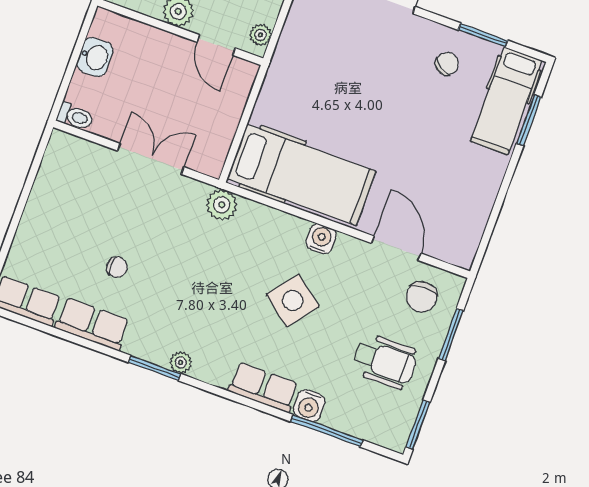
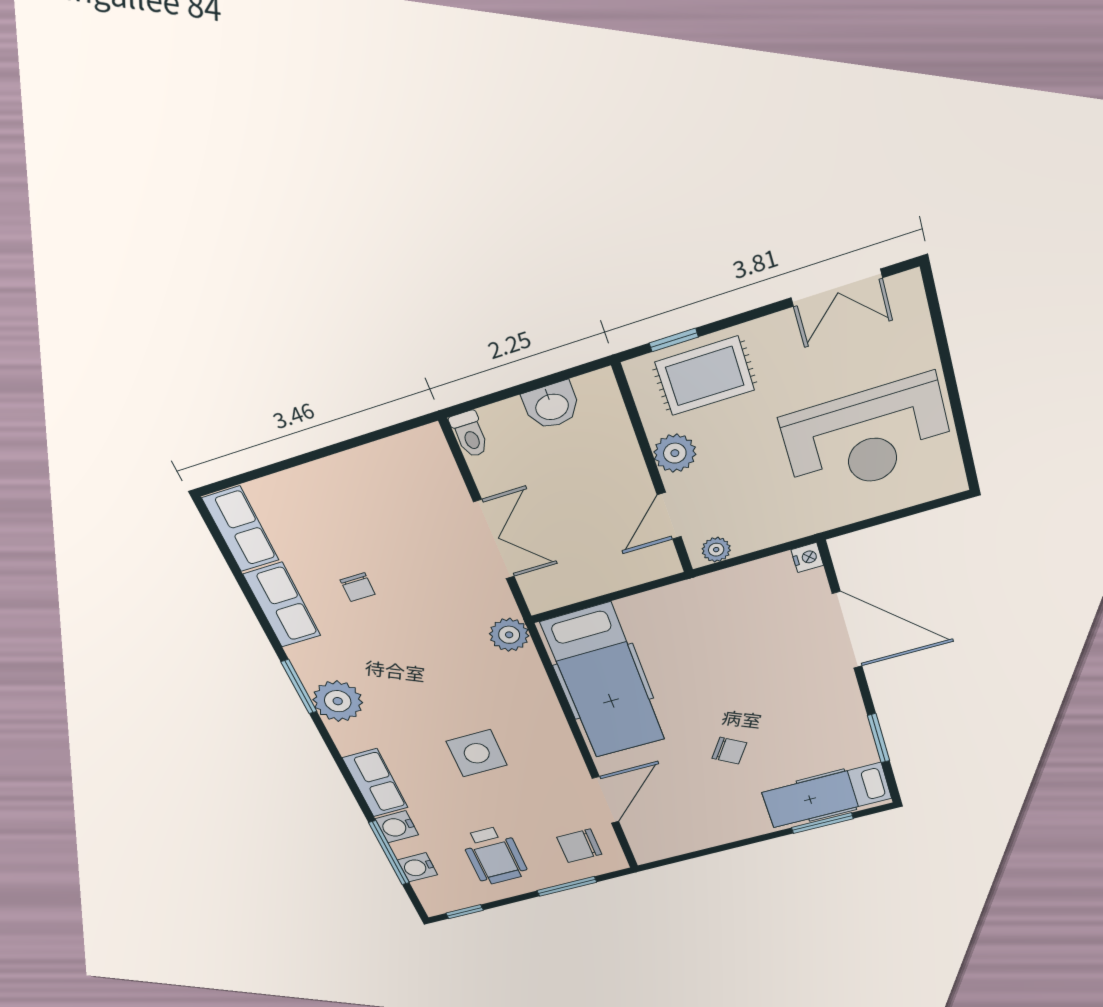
chair: (447, 64) -> (729, 751), moved
water cooler: (321, 239) -> (417, 867), moved, turned 180
side table: (293, 300) -> (477, 753), turned -38
plant: (181, 362) -> (338, 701), width x1.87, depth x1.87
window: (418, 425) -> (465, 912), width x0.67

